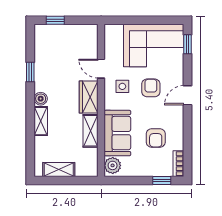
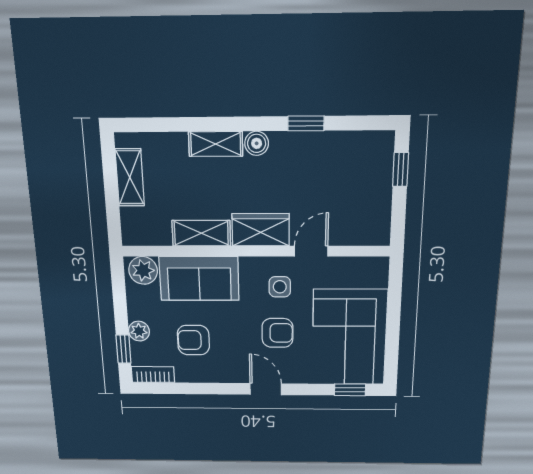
plant: (150, 170) -> (139, 331), added

